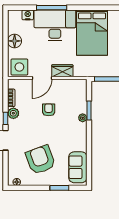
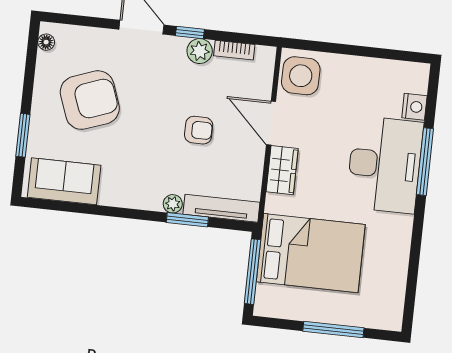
bed: (92, 33) -> (311, 253), moved, turned 180
floor lamp: (15, 41) -> (360, 71), removed
tv unit: (82, 96) -> (221, 208), added

